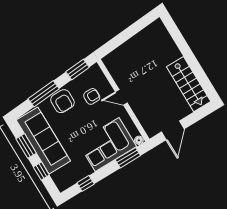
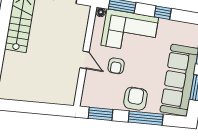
armchair: (92, 96) -> (116, 66), moved, turned -90
window: (86, 183) -> (163, 13), moved

